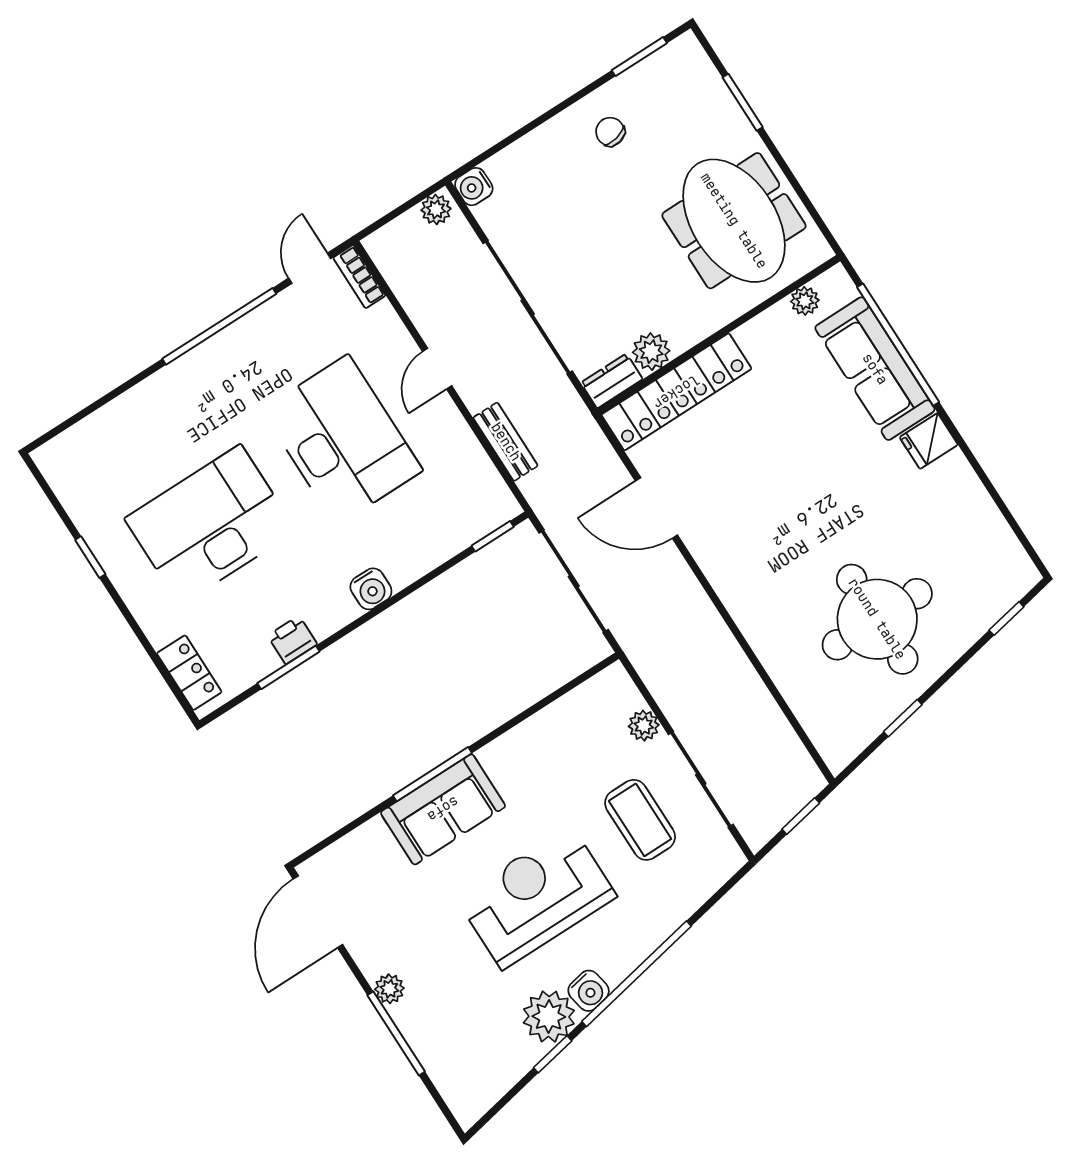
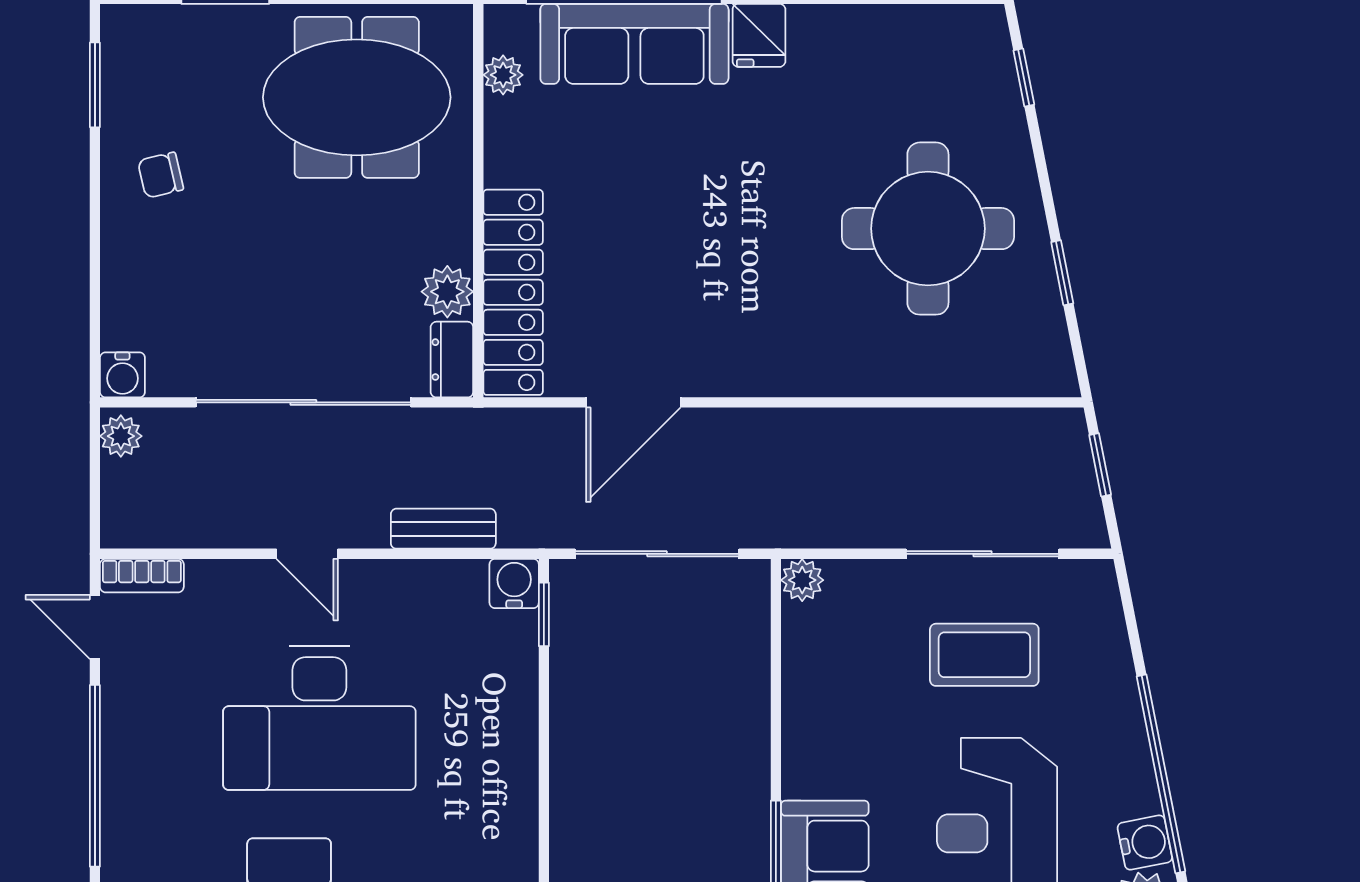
desk: (342, 440) -> (319, 718), turned 180
water cooler: (371, 589) -> (514, 583), moved, turned -90
plant: (644, 726) -> (802, 580), moved

